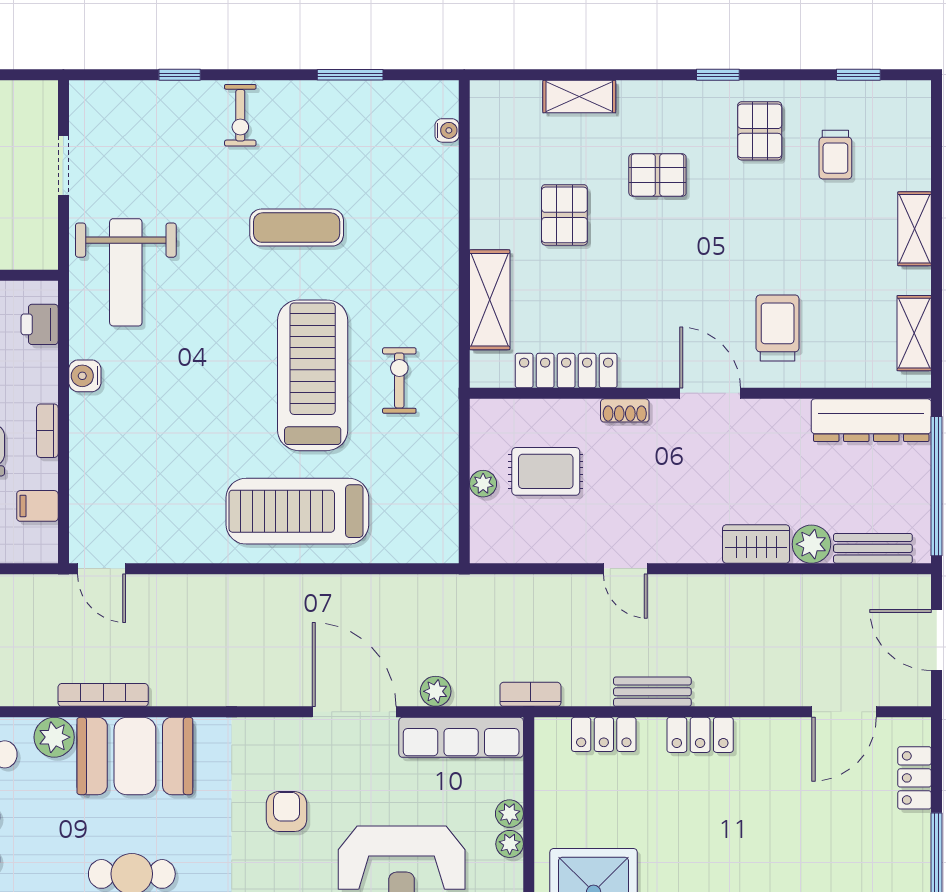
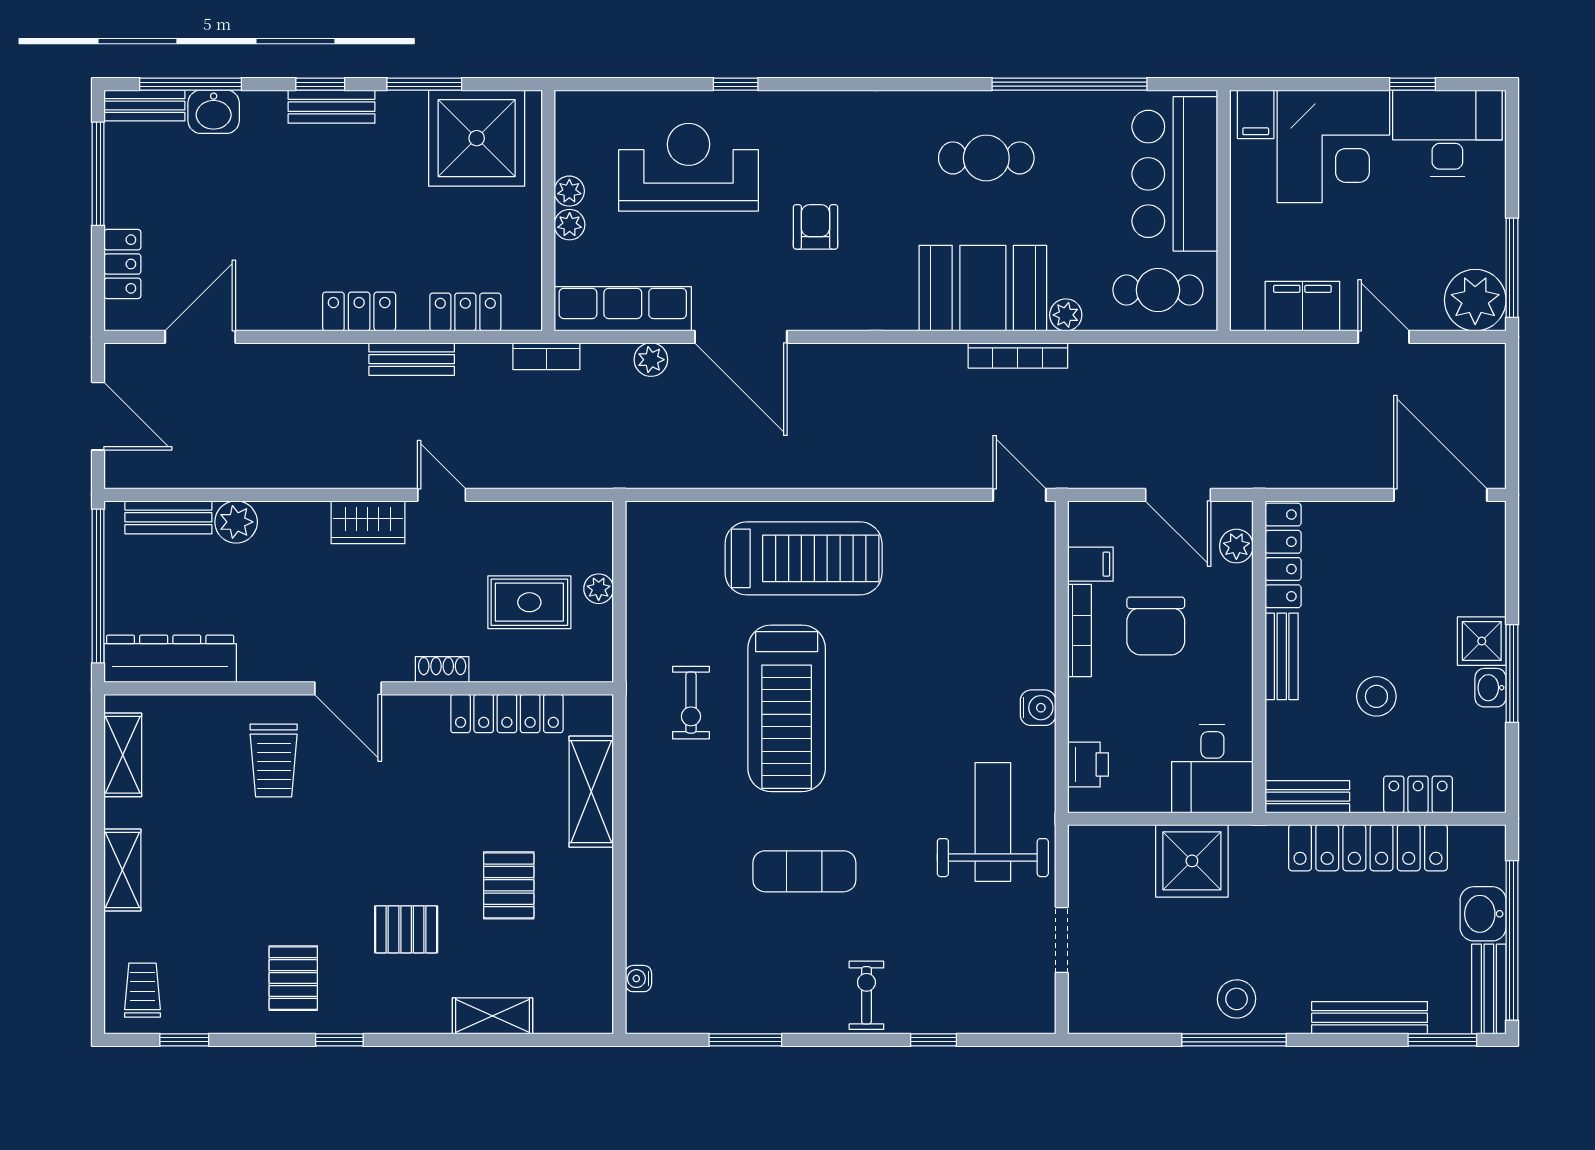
trolley: (835, 155) -> (142, 990), moved
bookcase: (47, 431) -> (1079, 631), width x1.56
wardrobe: (756, 544) -> (368, 522), moved
plant: (54, 737) -> (1066, 315), width x0.73, depth x0.73
armchair: (287, 812) -> (815, 227), turned 180

